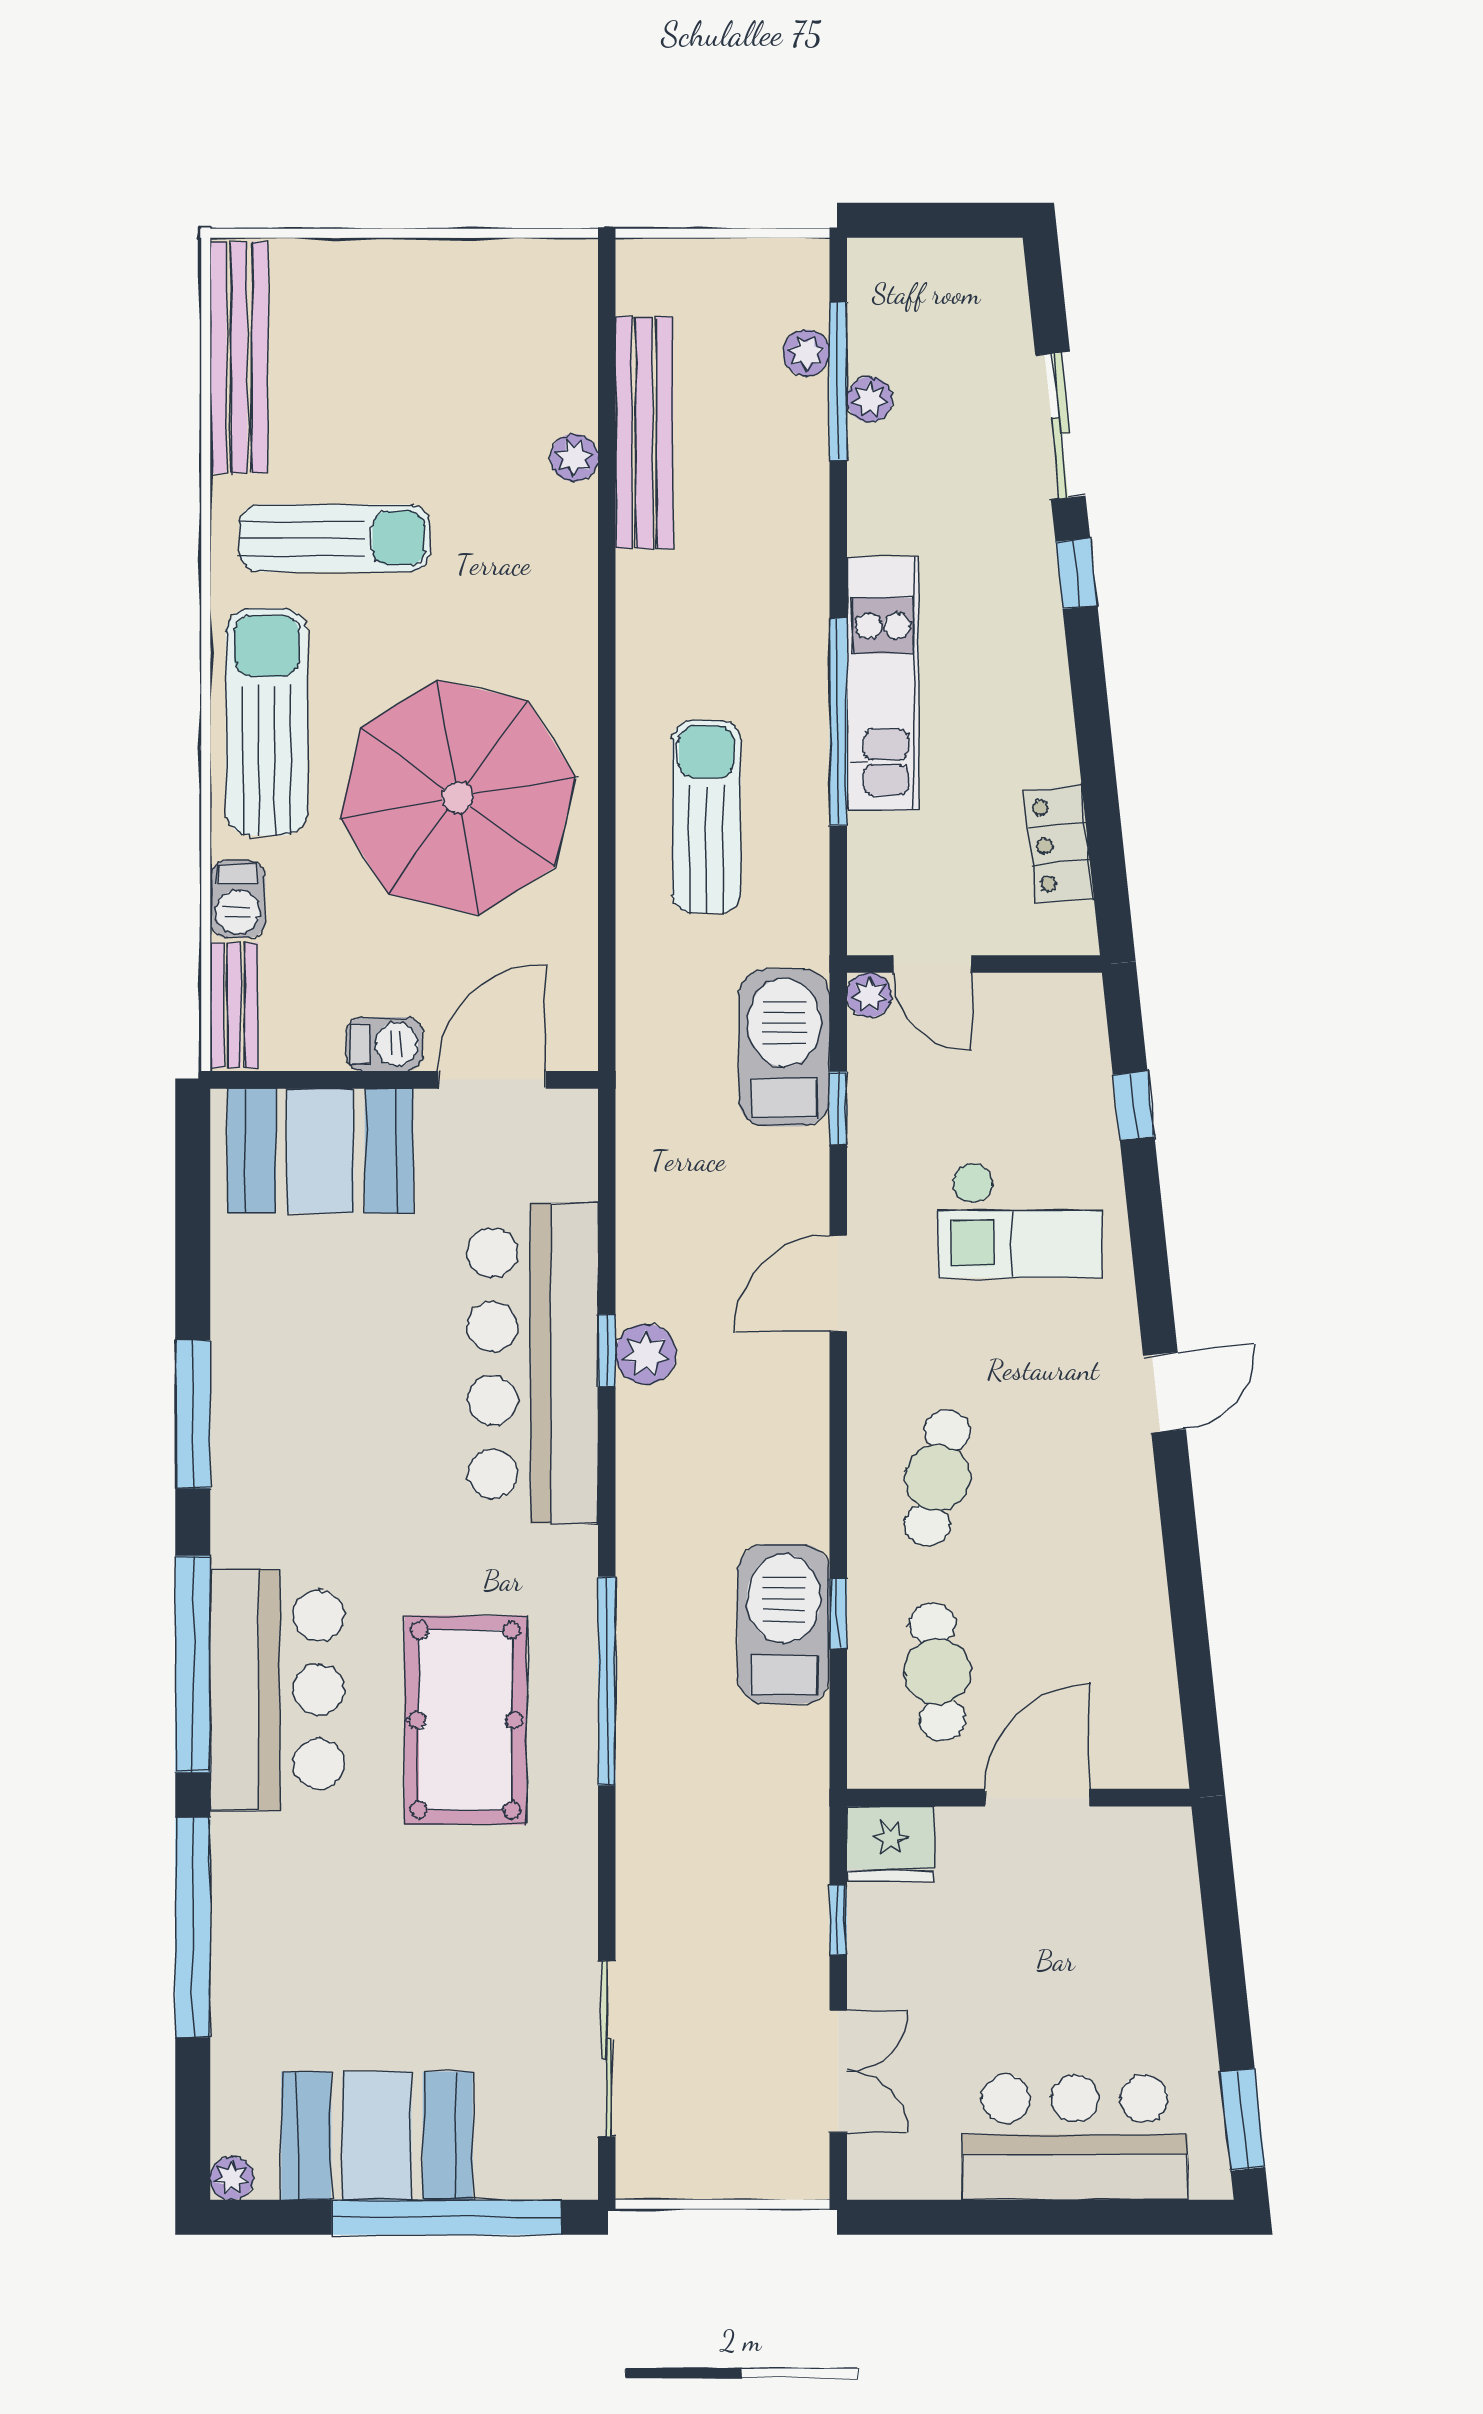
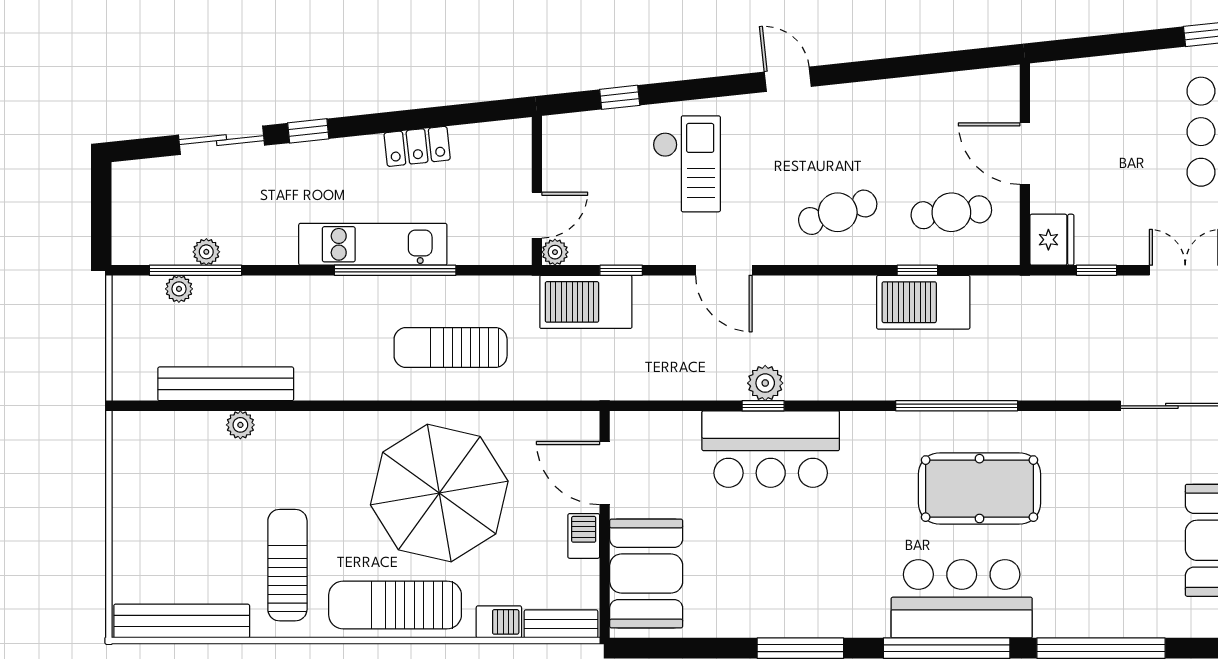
locker: (1059, 844) -> (417, 146), moved
bar counter: (533, 1363) -> (771, 449), width x0.73
cafe table: (937, 1478) -> (838, 212), turned -30

